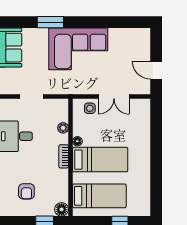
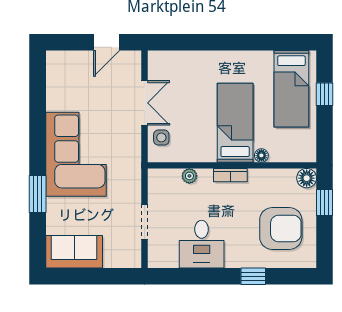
floor lamp: (77, 141) -> (261, 155), moved
armchair: (26, 191) -> (281, 229), width x1.88, depth x1.88
bed: (99, 196) -> (291, 89), moved, turned 180

